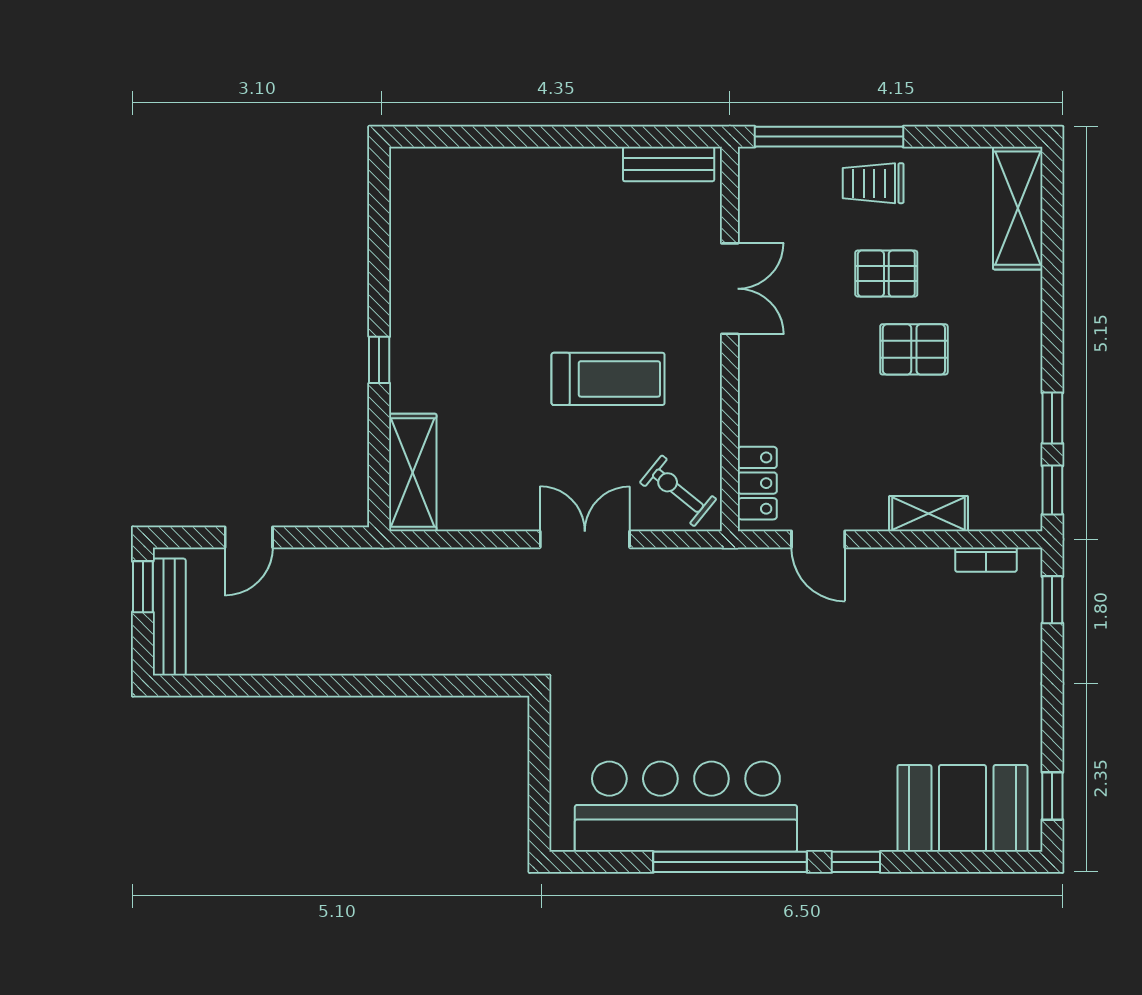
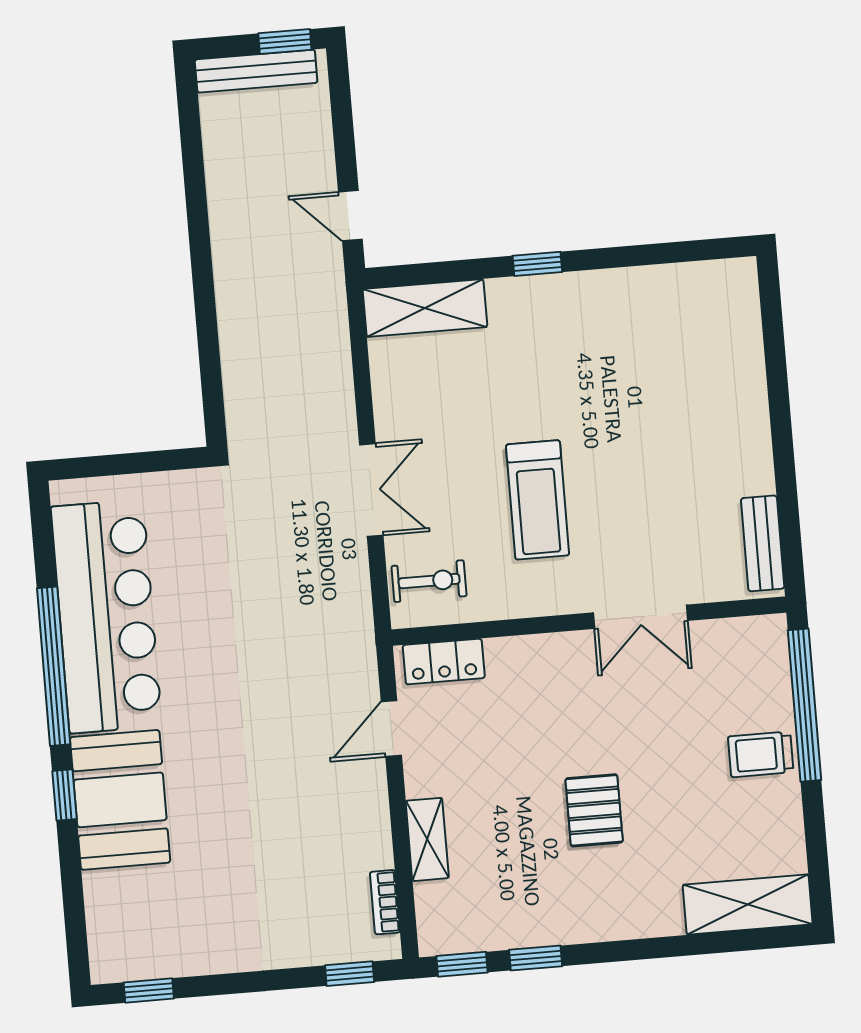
trolley: (873, 183) -> (761, 754), turned -90
pallet: (886, 274) -> (669, 776), removed
exercise bike: (678, 491) -> (429, 581), turned 51
door: (249, 537) -> (350, 216), moved
booth: (962, 808) -> (120, 800), moved

